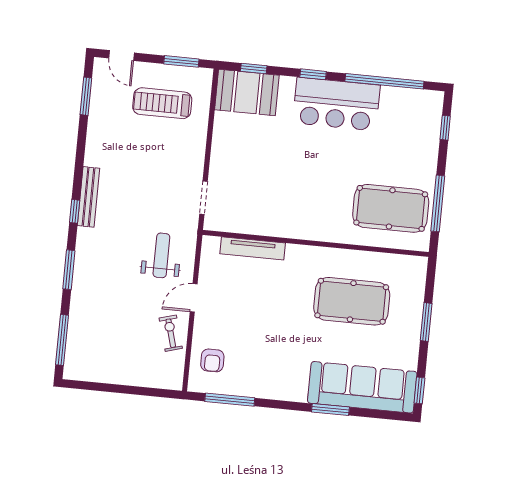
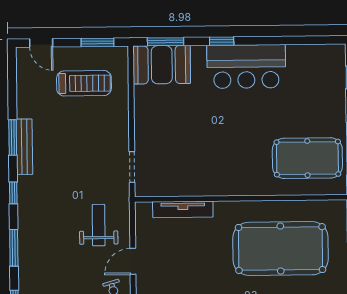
window: (254, 68) -> (166, 42), width x1.50
window: (384, 81) -> (289, 40), removed
window: (86, 96) -> (13, 137), moved
treadmill: (162, 103) -> (84, 83), turned 180
bench: (89, 197) -> (24, 147), moved
pool table: (352, 301) -> (280, 249), width x1.36, depth x1.32

